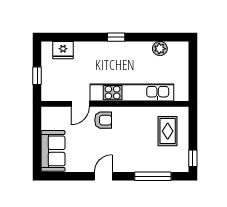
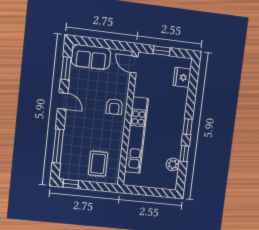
window: (147, 37) -> (184, 154), added
door: (80, 104) -> (134, 65), moved
rug: (168, 131) -> (98, 164), turned 90
window: (68, 176) -> (66, 68), added

